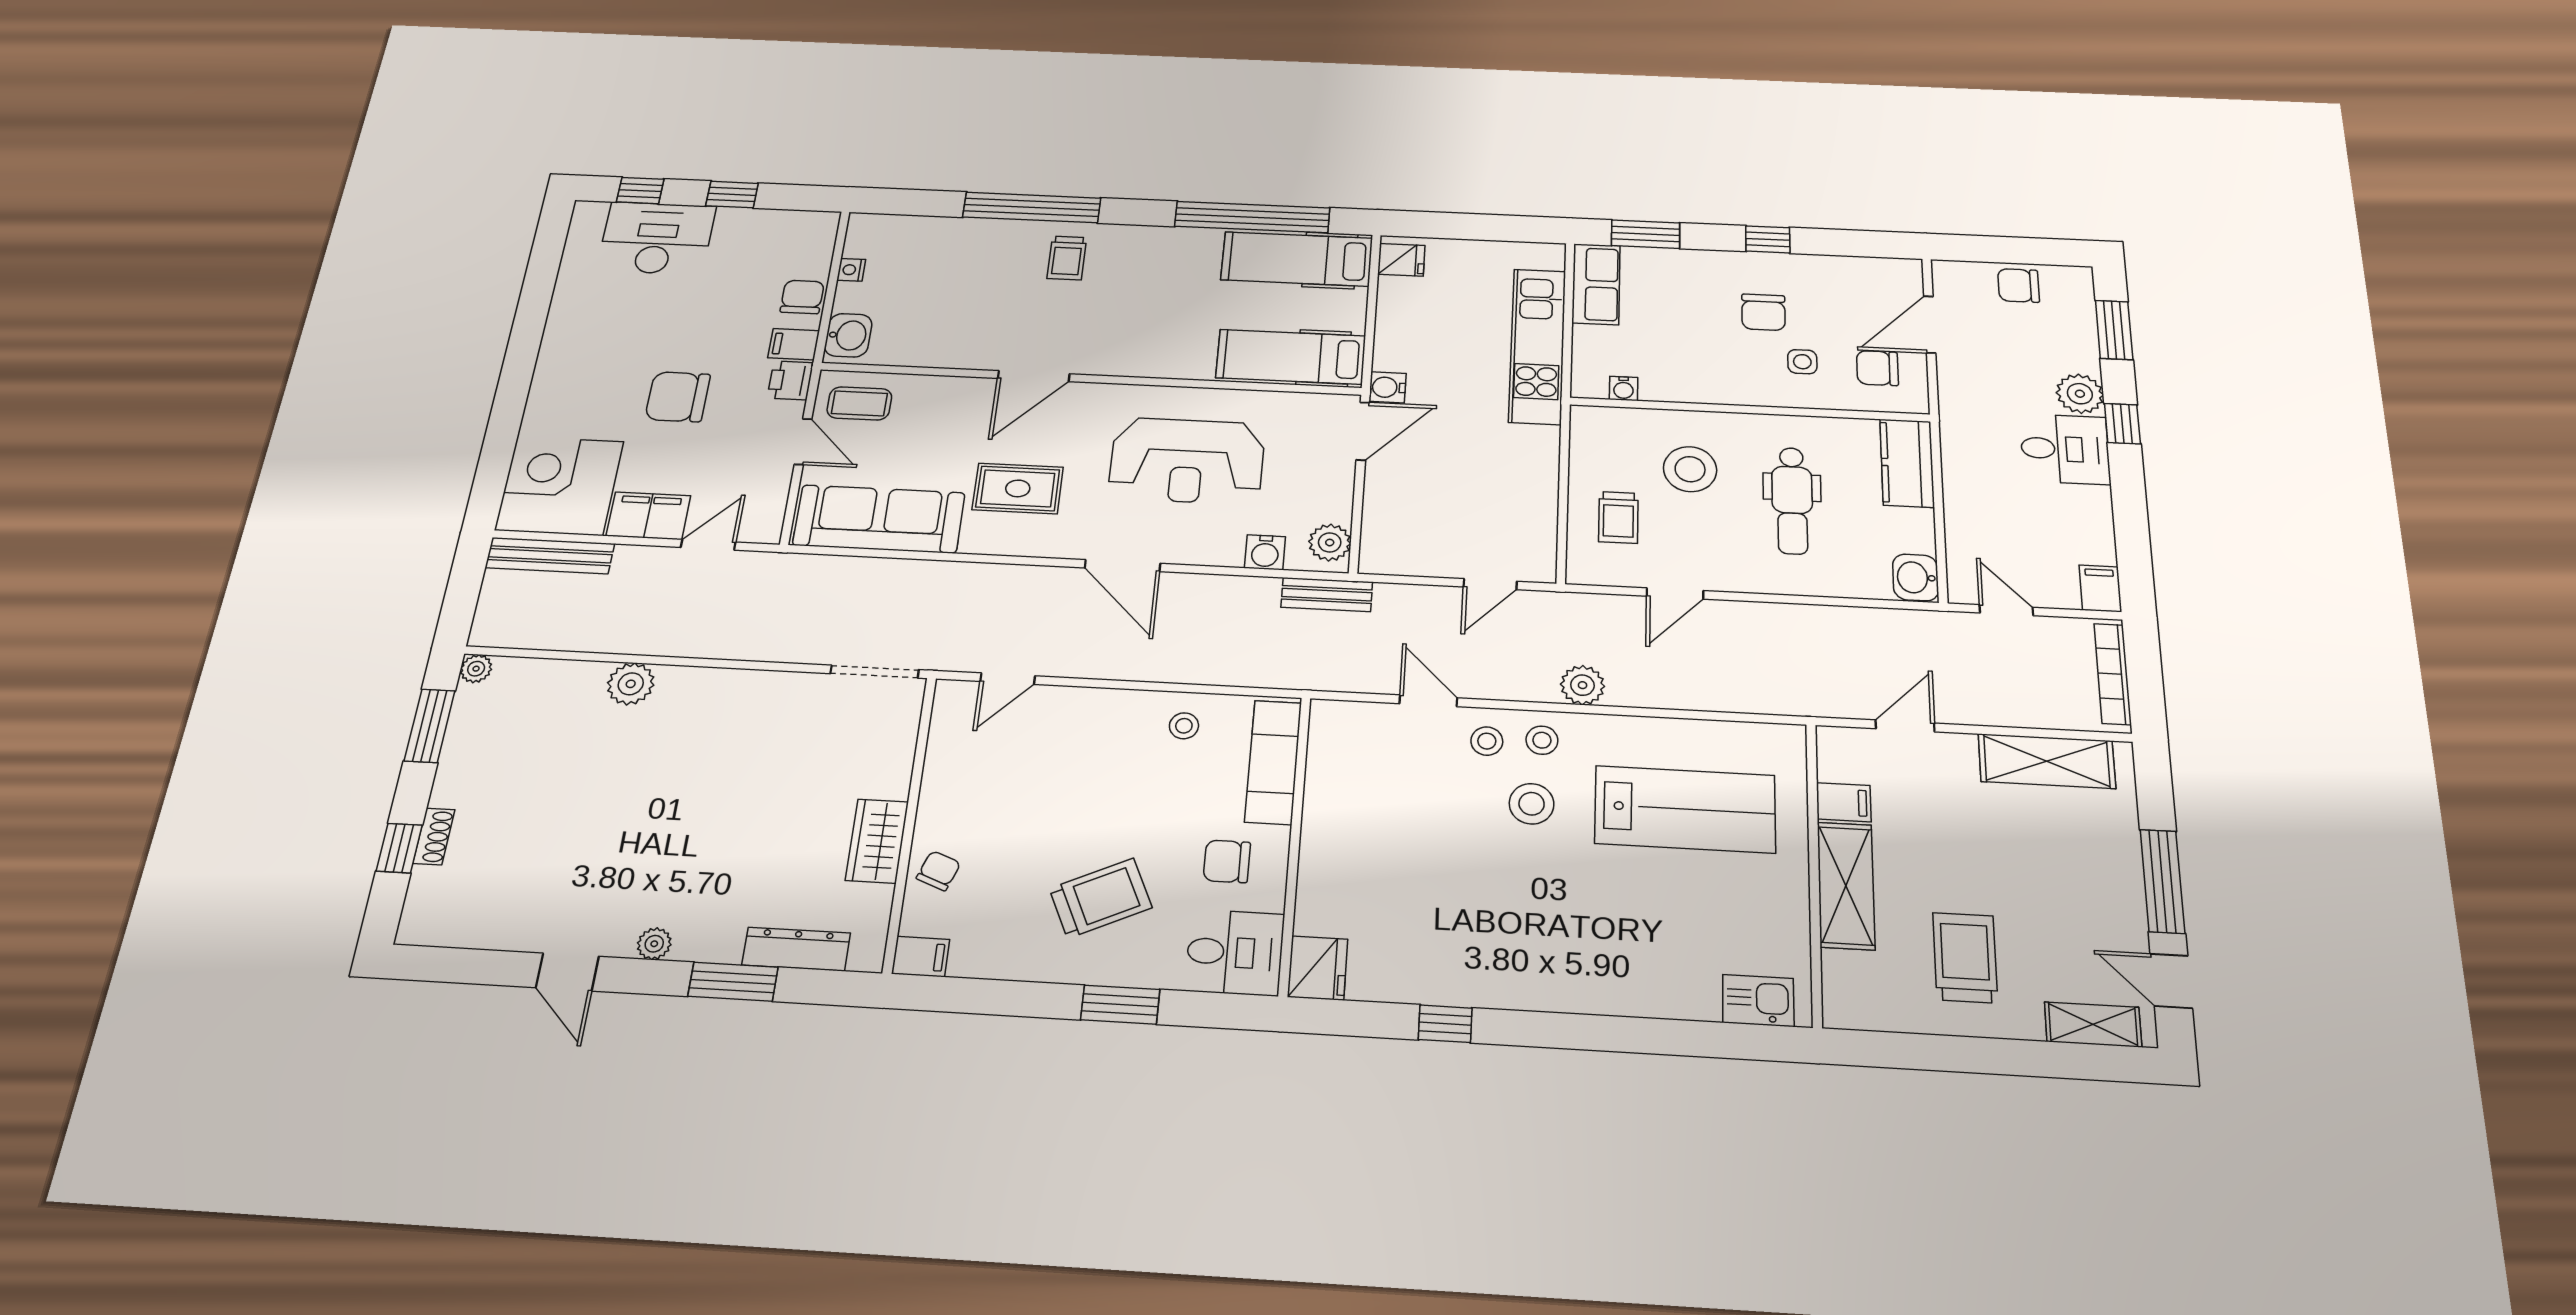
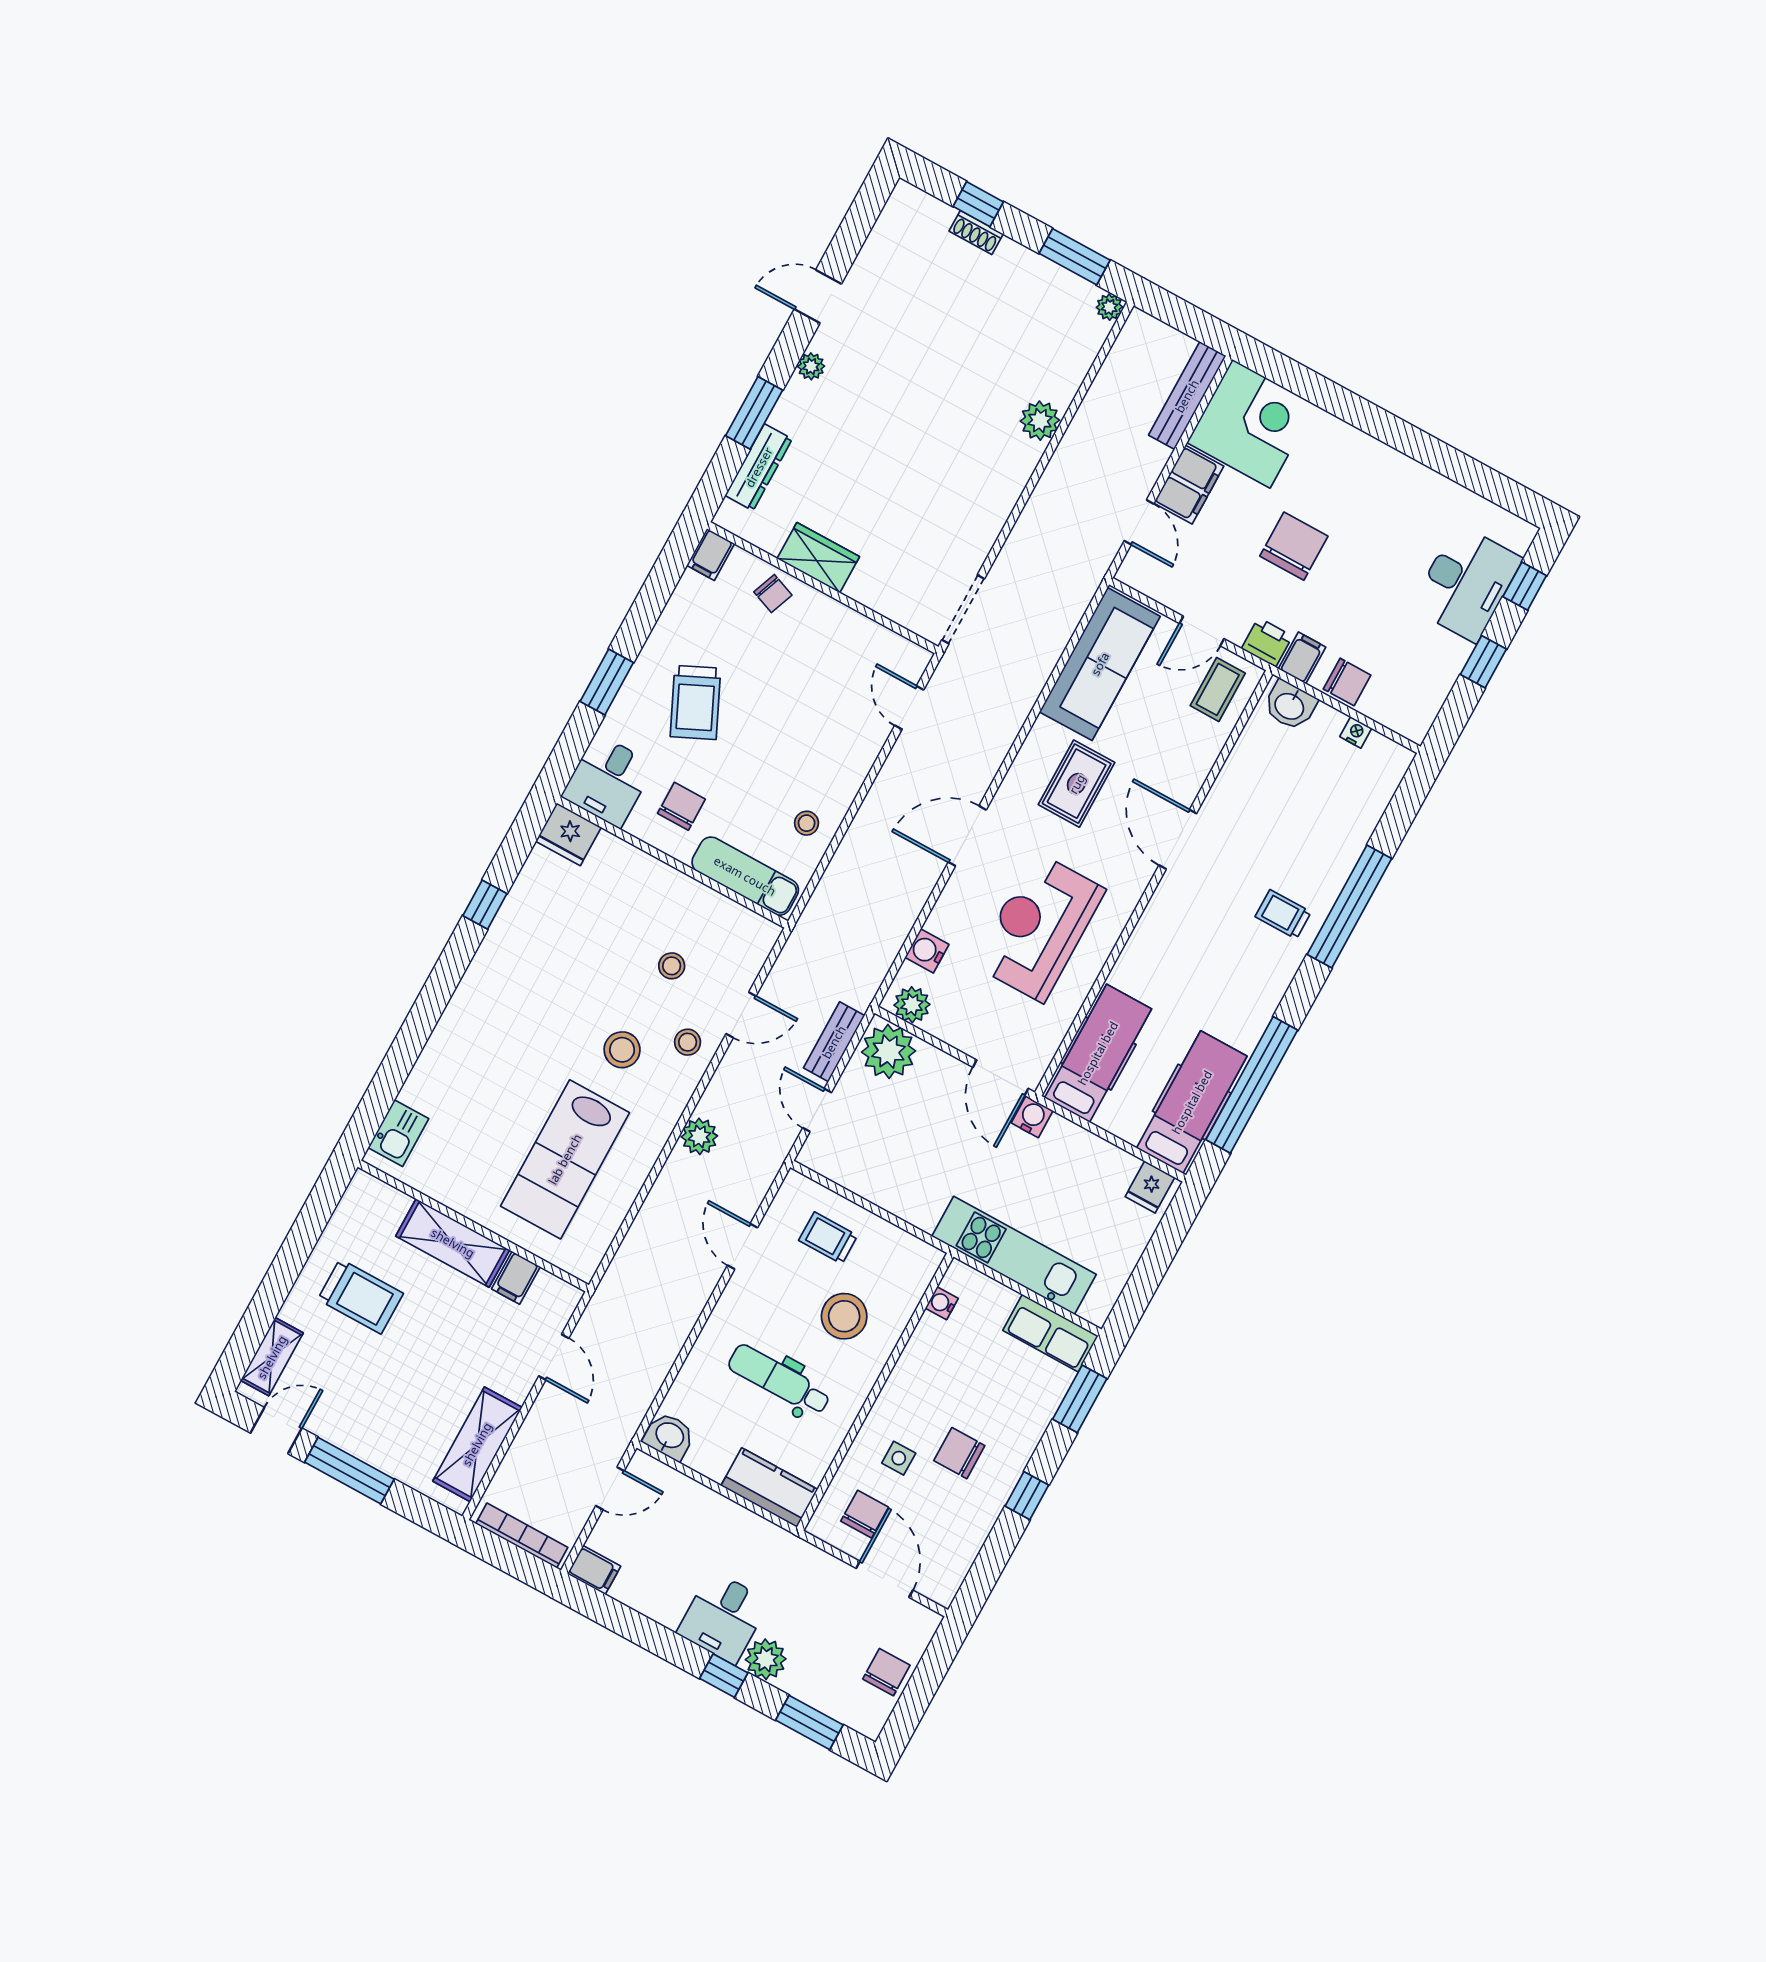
plant: (1391, 544) -> (889, 1051), added
bench: (1327, 595) -> (834, 1042), moved
stool: (1542, 740) -> (672, 966), moved

